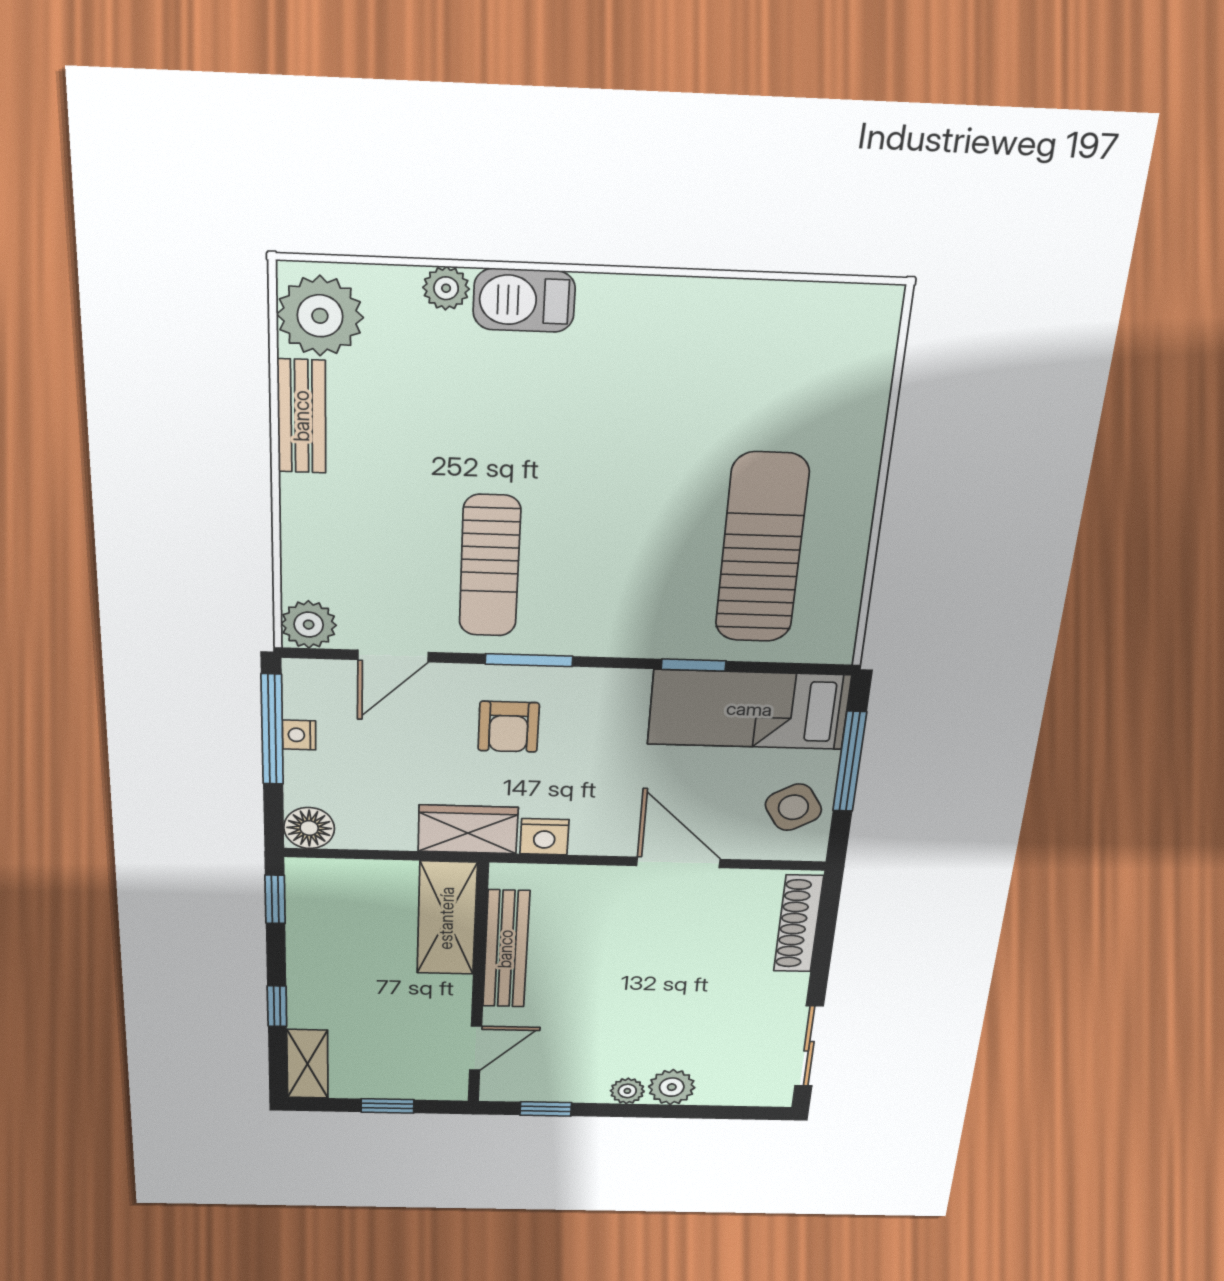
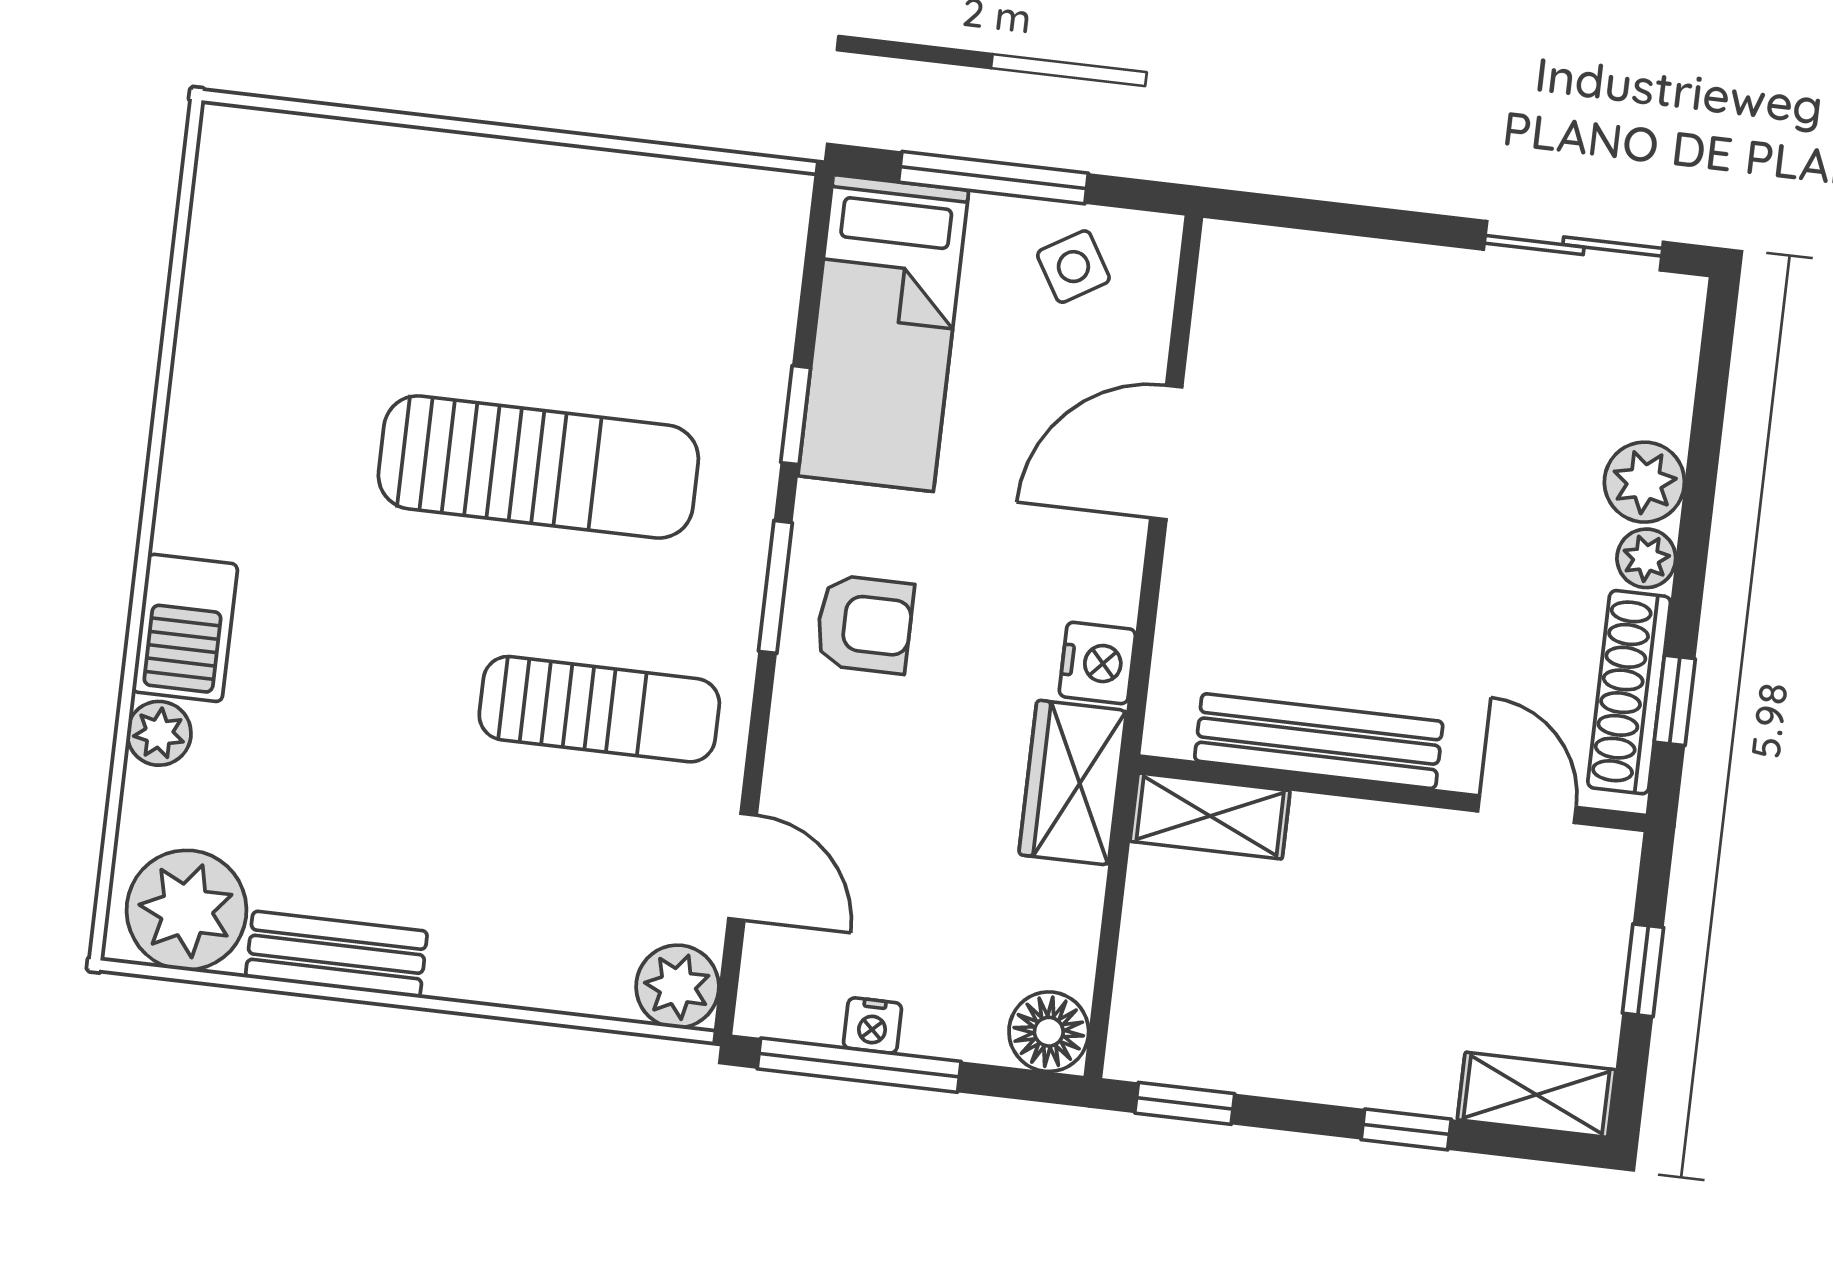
sun lounger: (762, 548) -> (538, 467), moved, turned 180
window: (529, 660) -> (775, 587), moved
armchair: (509, 727) -> (864, 624), moved
side table: (793, 807) -> (1073, 267), width x0.73, depth x0.73
shelving: (447, 918) -> (1210, 816), width x0.67, depth x0.75
shoe rack: (798, 924) -> (1629, 692), moved, turned 90

